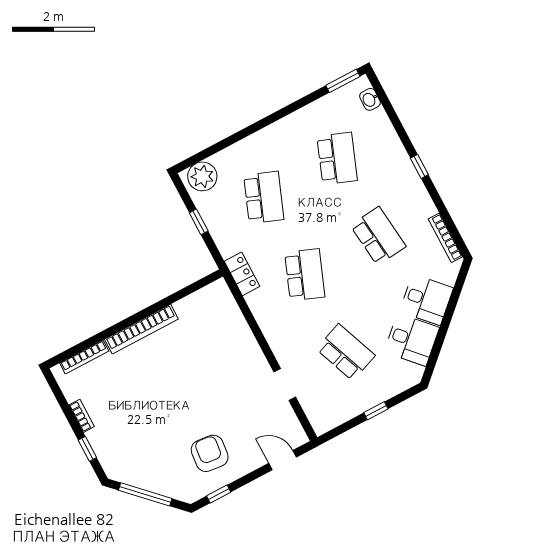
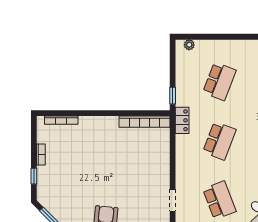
plant: (202, 176) -> (189, 45), width x0.53, depth x0.53
window: (199, 222) -> (173, 96), moved
bookcase: (141, 329) -> (144, 122), moved

